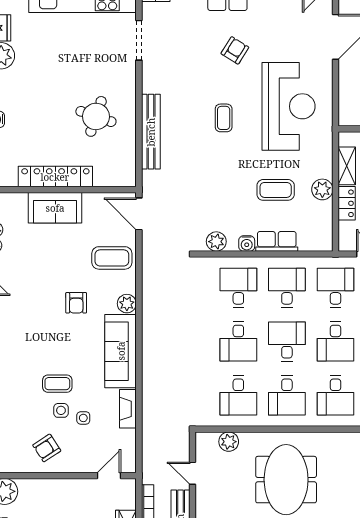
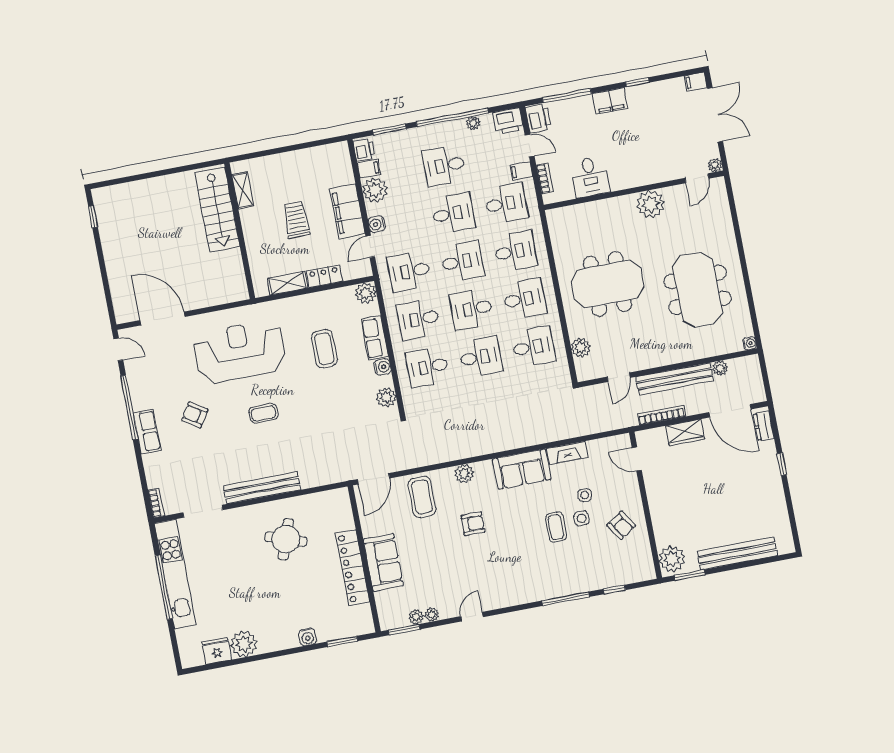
bench: (151, 132) -> (262, 488), moved
plant: (322, 189) -> (366, 293), moved
sofa: (121, 351) -> (522, 469), width x0.73

